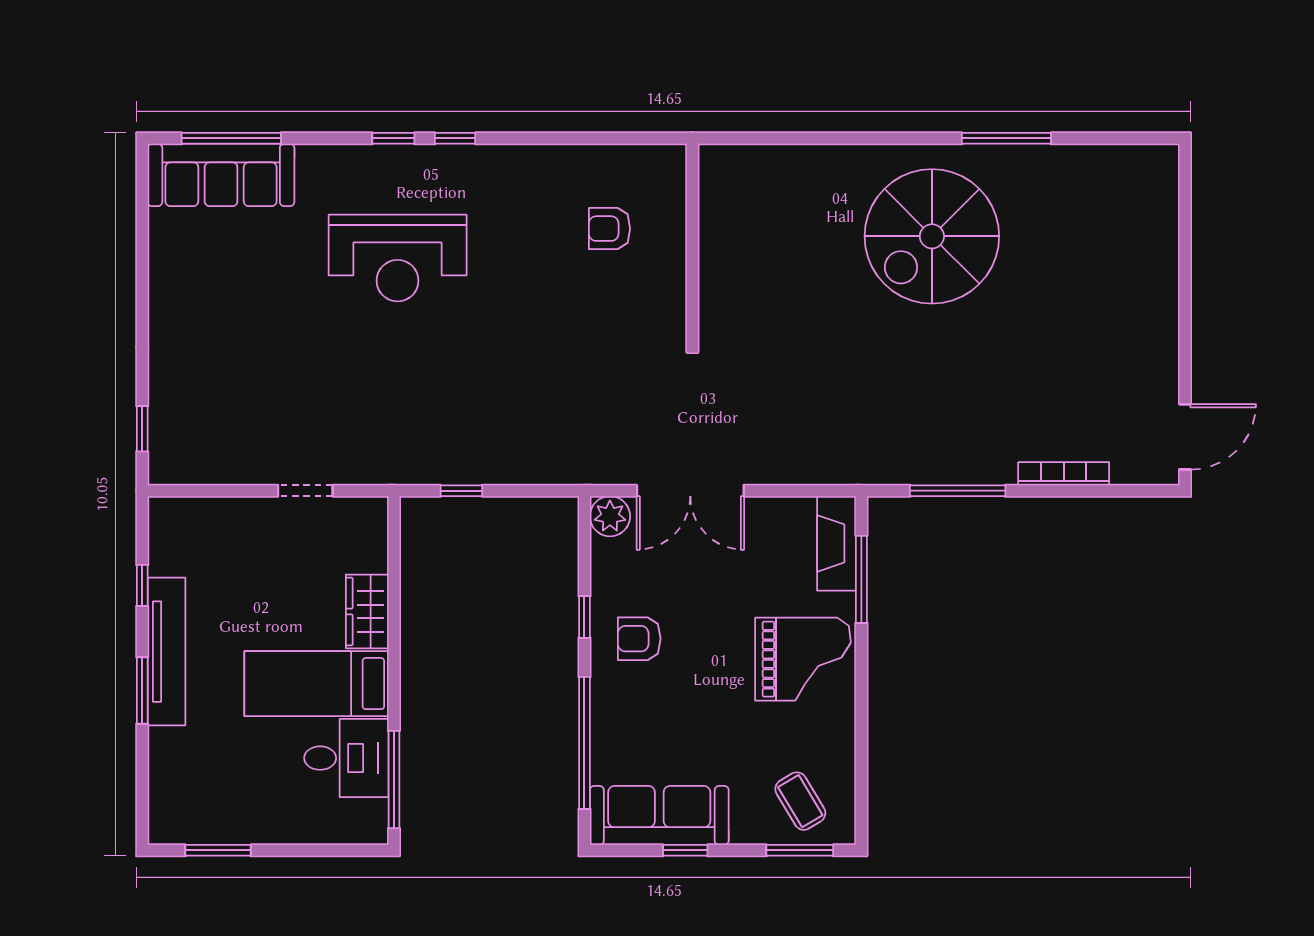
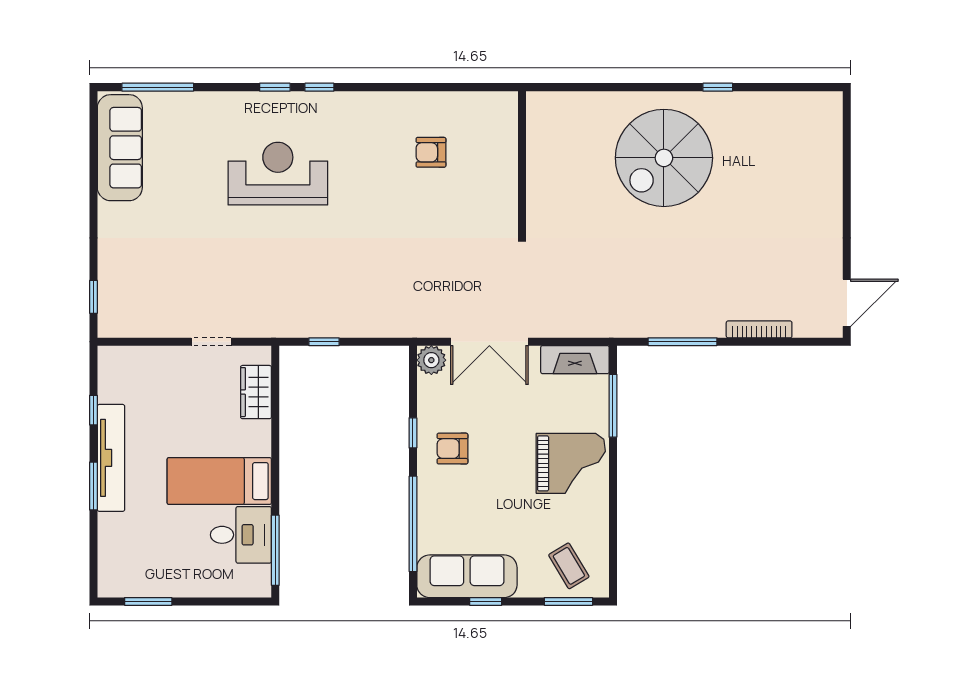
window: (1006, 138) -> (718, 87), width x0.46
sofa: (221, 175) -> (120, 148), moved, turned -90
wall: (692, 243) -> (522, 162), moved
reception desk: (398, 258) -> (278, 174), turned 180
fireplace: (837, 543) -> (575, 360), moved, turned -90
wardrobe: (367, 611) -> (256, 392), moved

